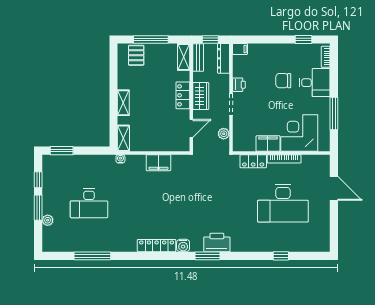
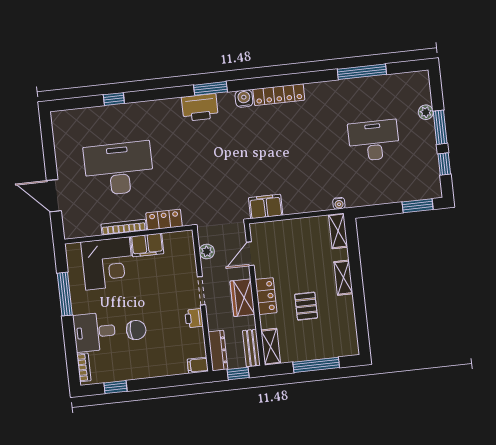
pallet: (136, 55) -> (306, 306), moved
filing cabinet: (158, 163) -> (266, 206), moved

